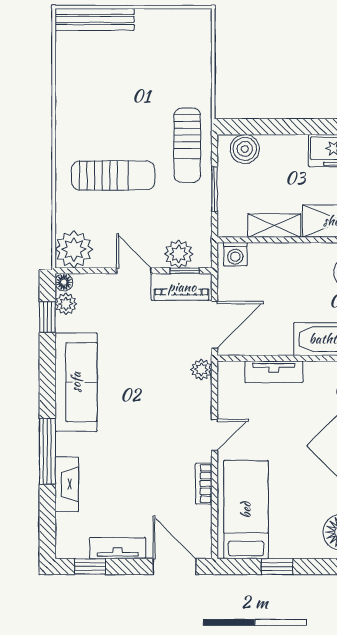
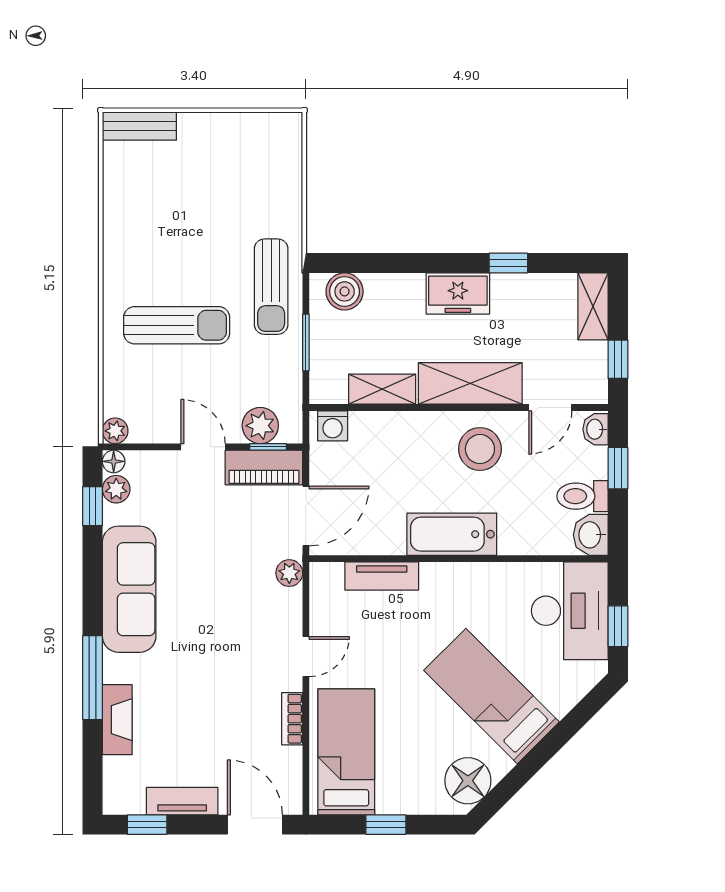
bench: (95, 19) -> (139, 126), width x0.73
plant: (74, 249) -> (115, 431), width x0.53, depth x0.53

